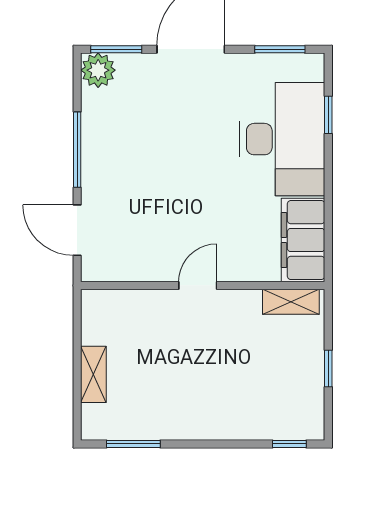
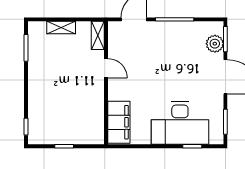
plant: (98, 70) -> (215, 44), moved
filing cabinet: (303, 240) -> (119, 122), moved, turned 90
door: (198, 285) -> (106, 68), moved
shelving: (291, 302) -> (98, 35), moved

